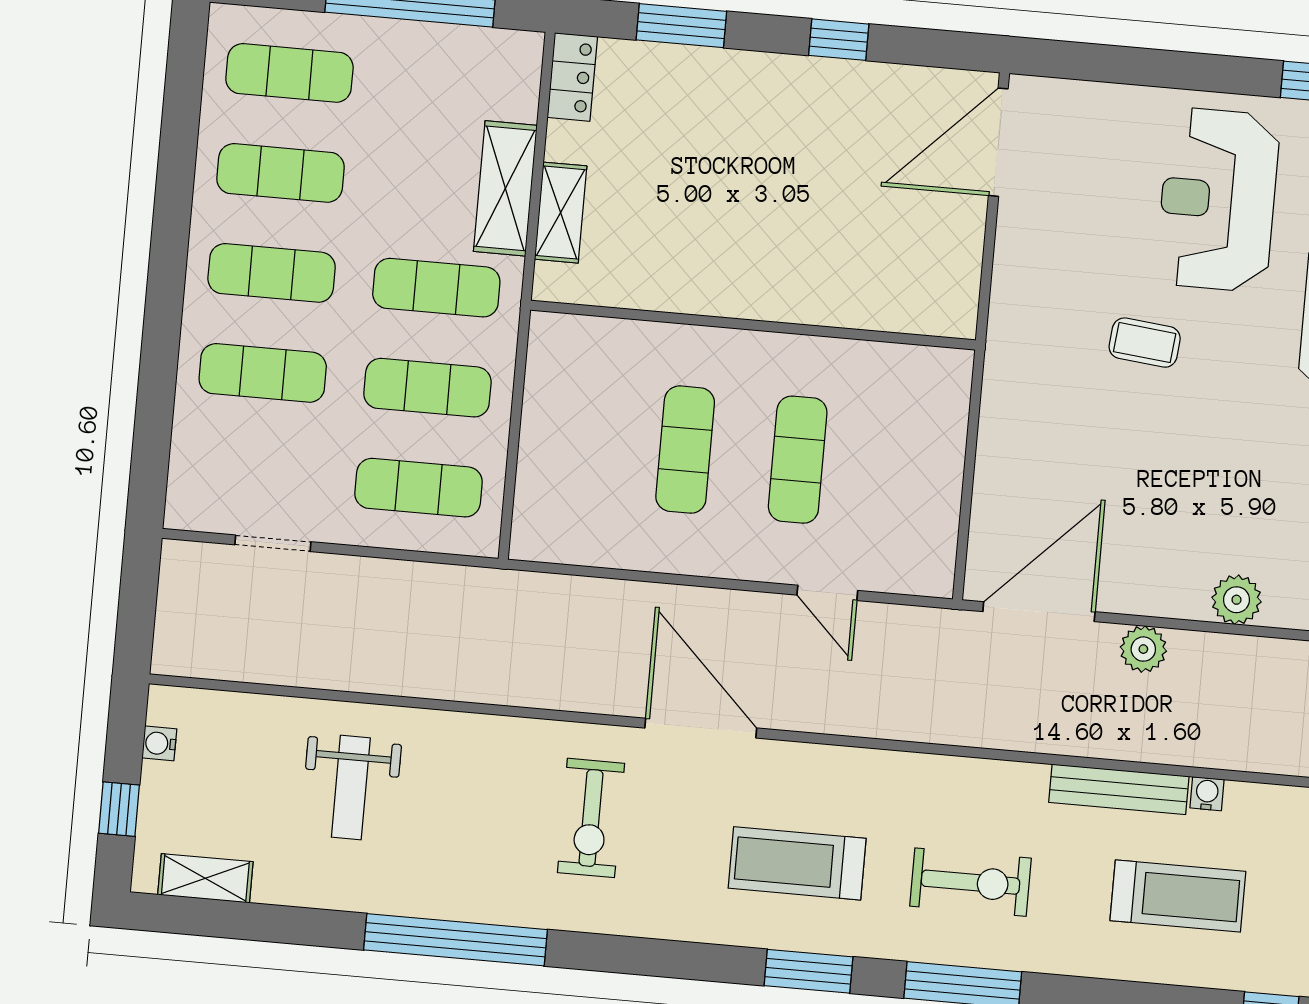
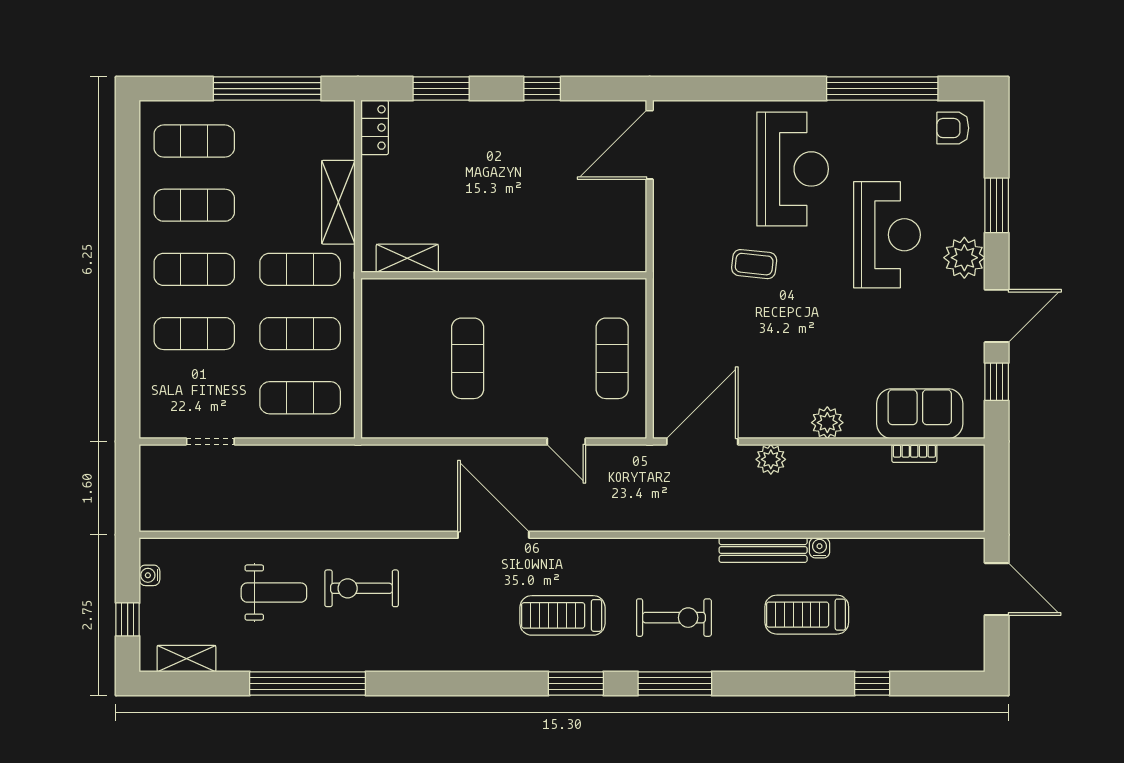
reception desk: (1218, 200) -> (793, 169), turned 180
shelving: (561, 213) -> (407, 258), moved, turned 90
exercise mat: (798, 460) -> (612, 358), moved
weight bench: (351, 788) -> (274, 593), turned -90
exercise bike: (591, 818) -> (362, 588), moved, turned 90
treadmill: (1178, 896) -> (807, 615), turned 180
window: (456, 940) -> (308, 684), moved

